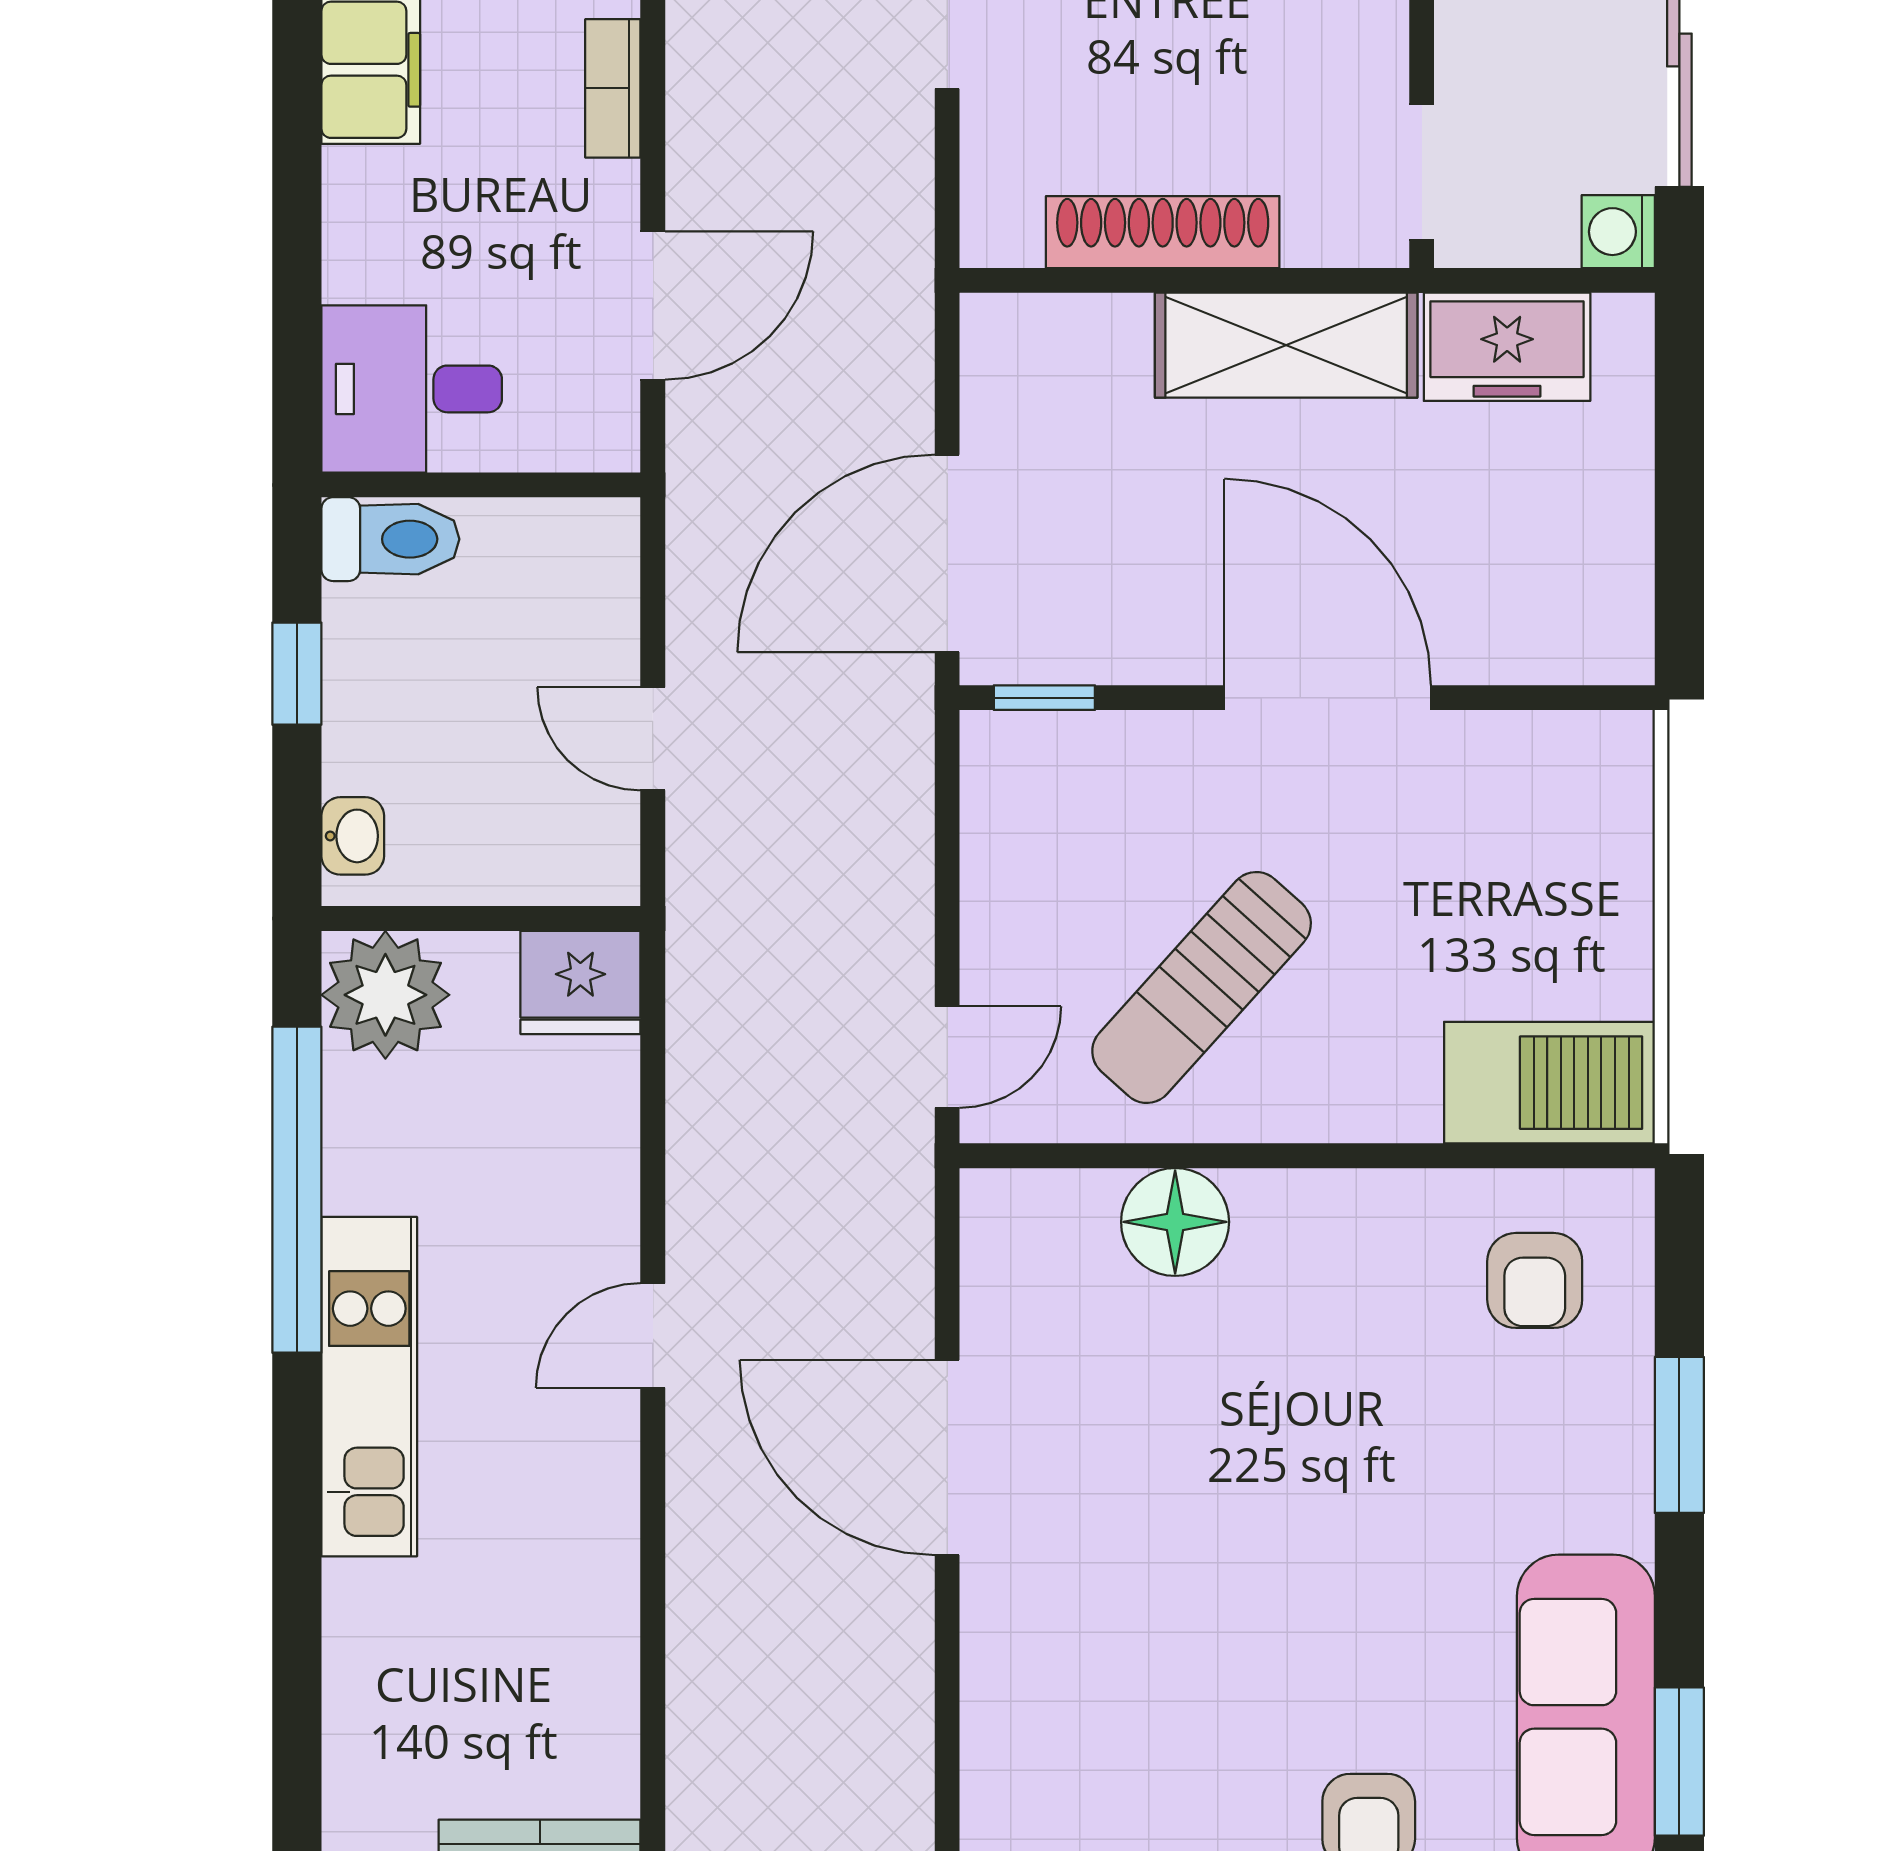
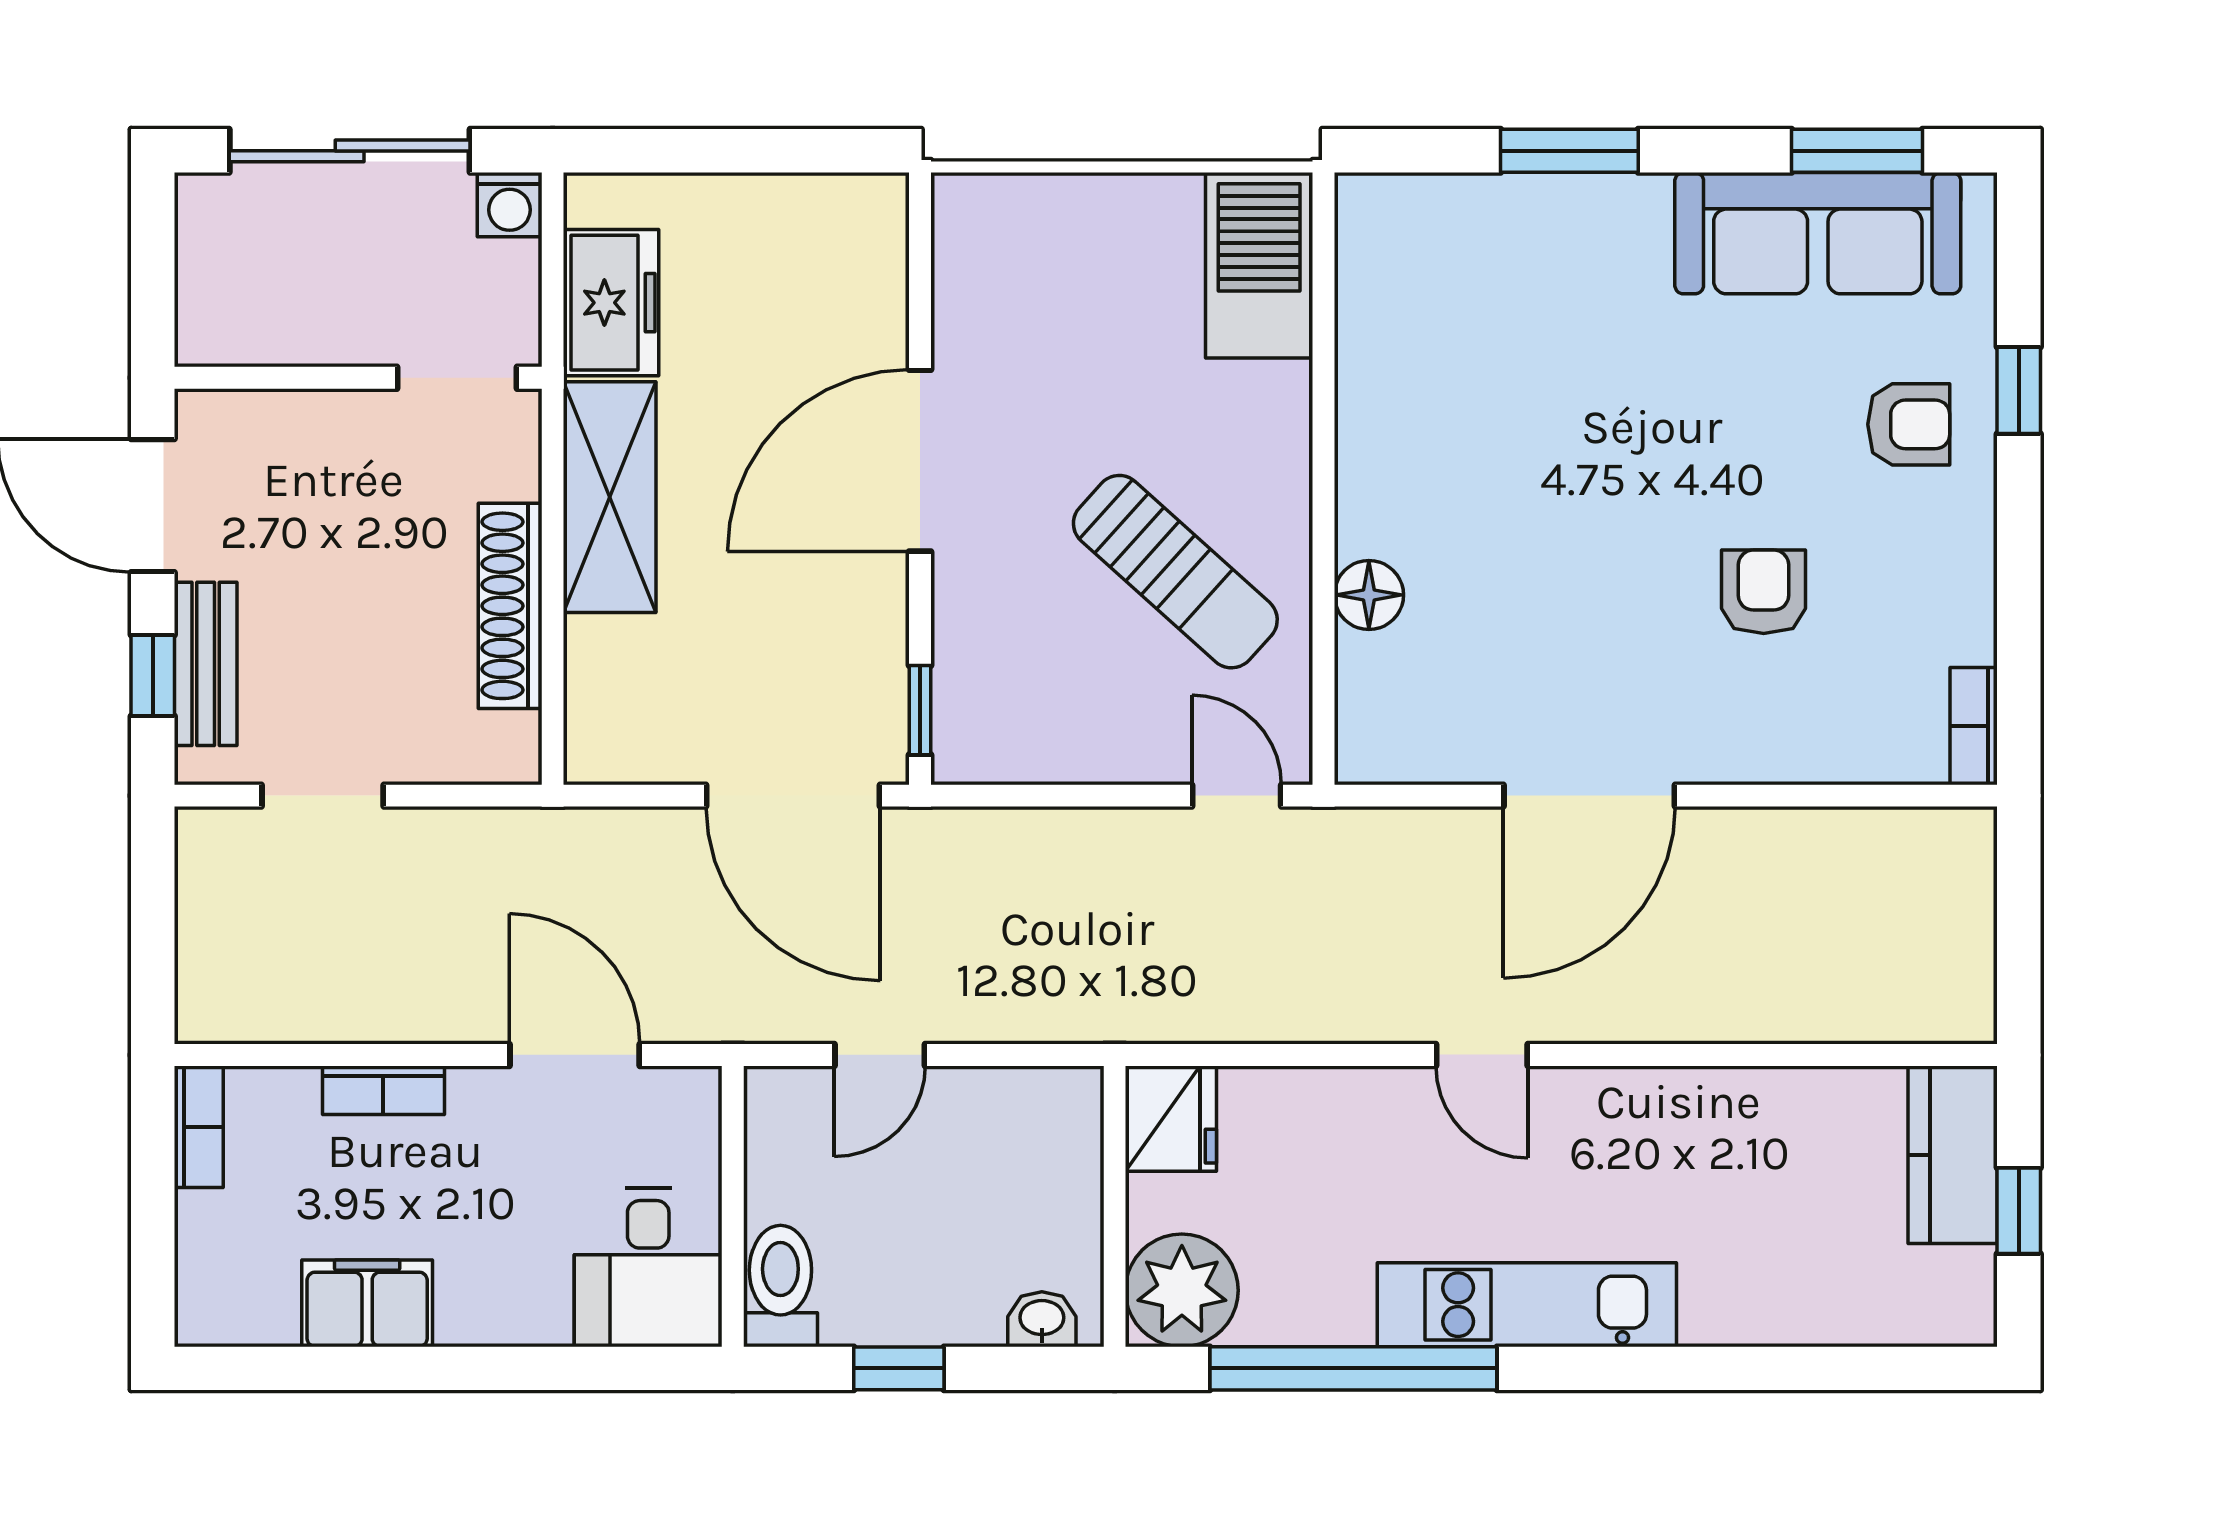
door: (653, 739) -> (880, 1055), moved
floor lamp: (1175, 1222) -> (1369, 595), width x0.73, depth x0.73
armchair: (1535, 1280) -> (1764, 592), moved, turned -90

